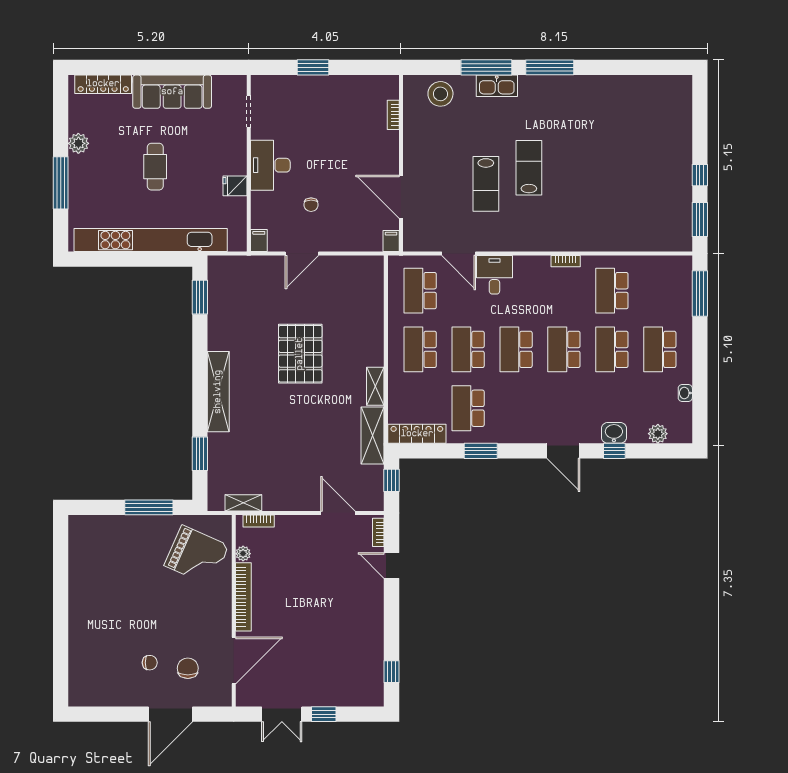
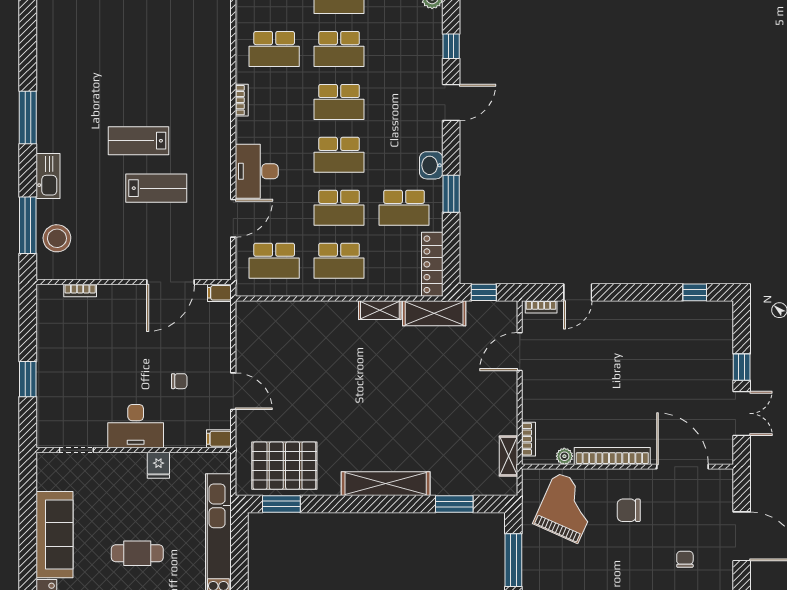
window: (486, 67) -> (28, 225), moved
desk: (494, 275) -> (257, 171), width x1.37
pallet: (300, 354) -> (284, 466), moved
washbasin: (614, 433) -> (431, 165), moved
chair: (188, 668) -> (629, 510), moved

